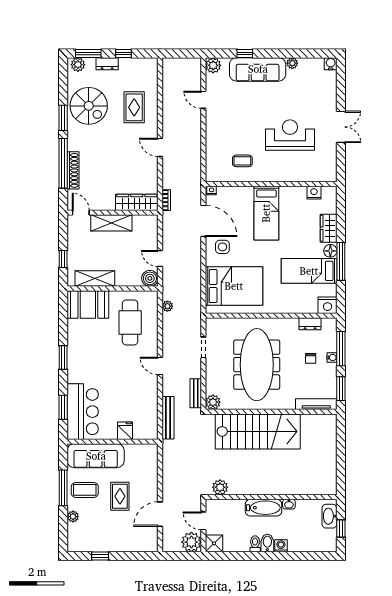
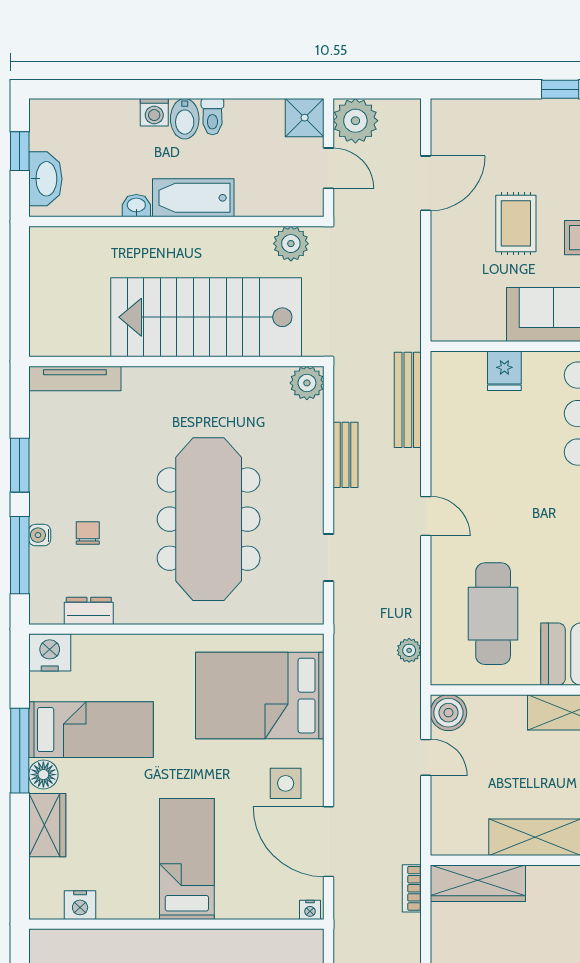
plant: (213, 402) -> (307, 383), moved
tv unit: (316, 404) -> (75, 378), moved
wall: (271, 412) -> (176, 361), moved
stairs: (258, 431) -> (206, 317), moved

